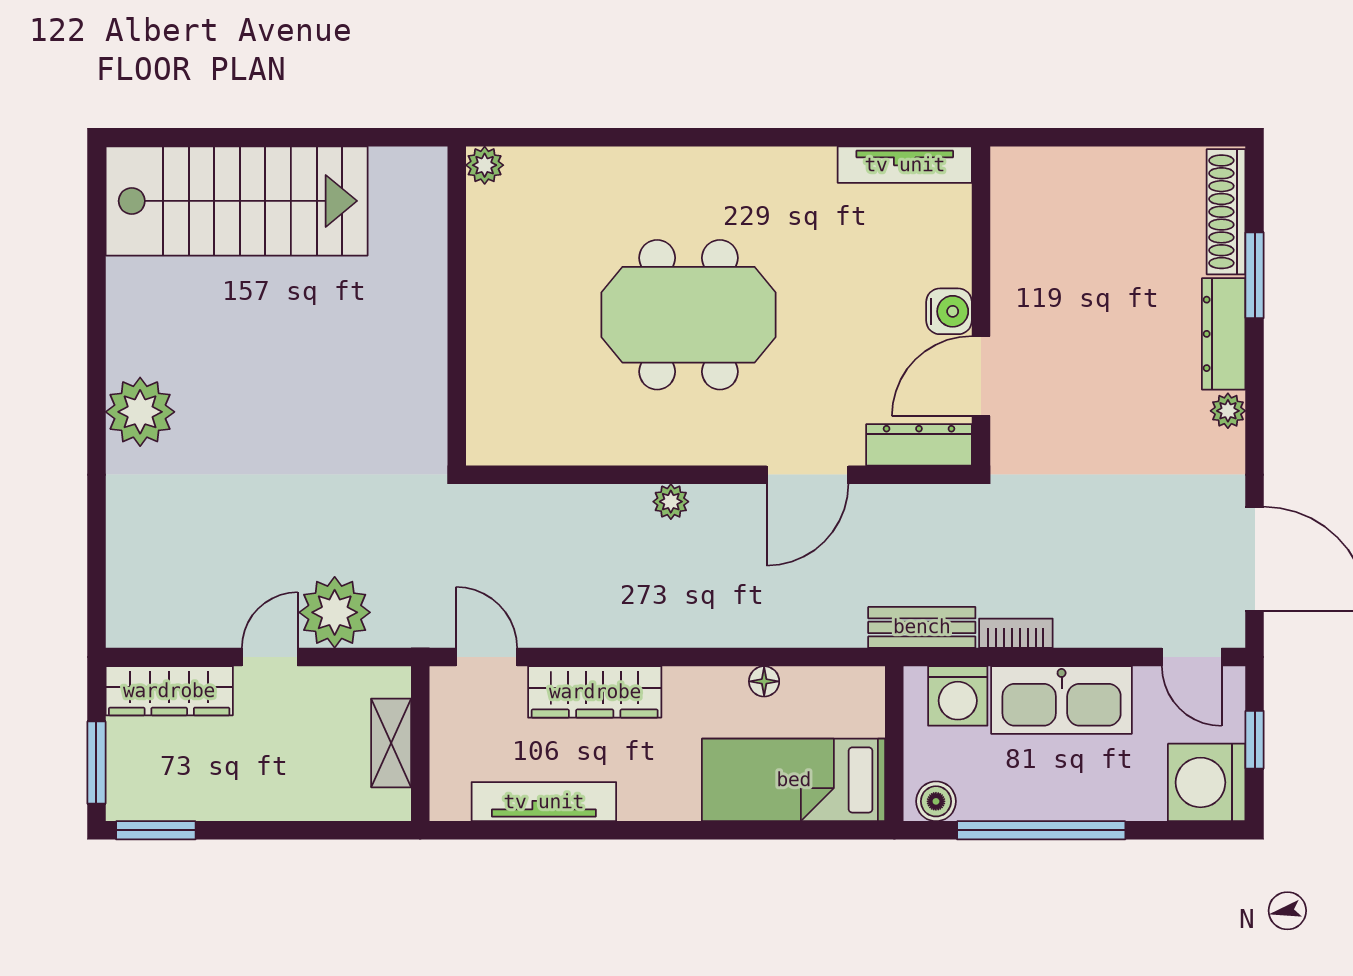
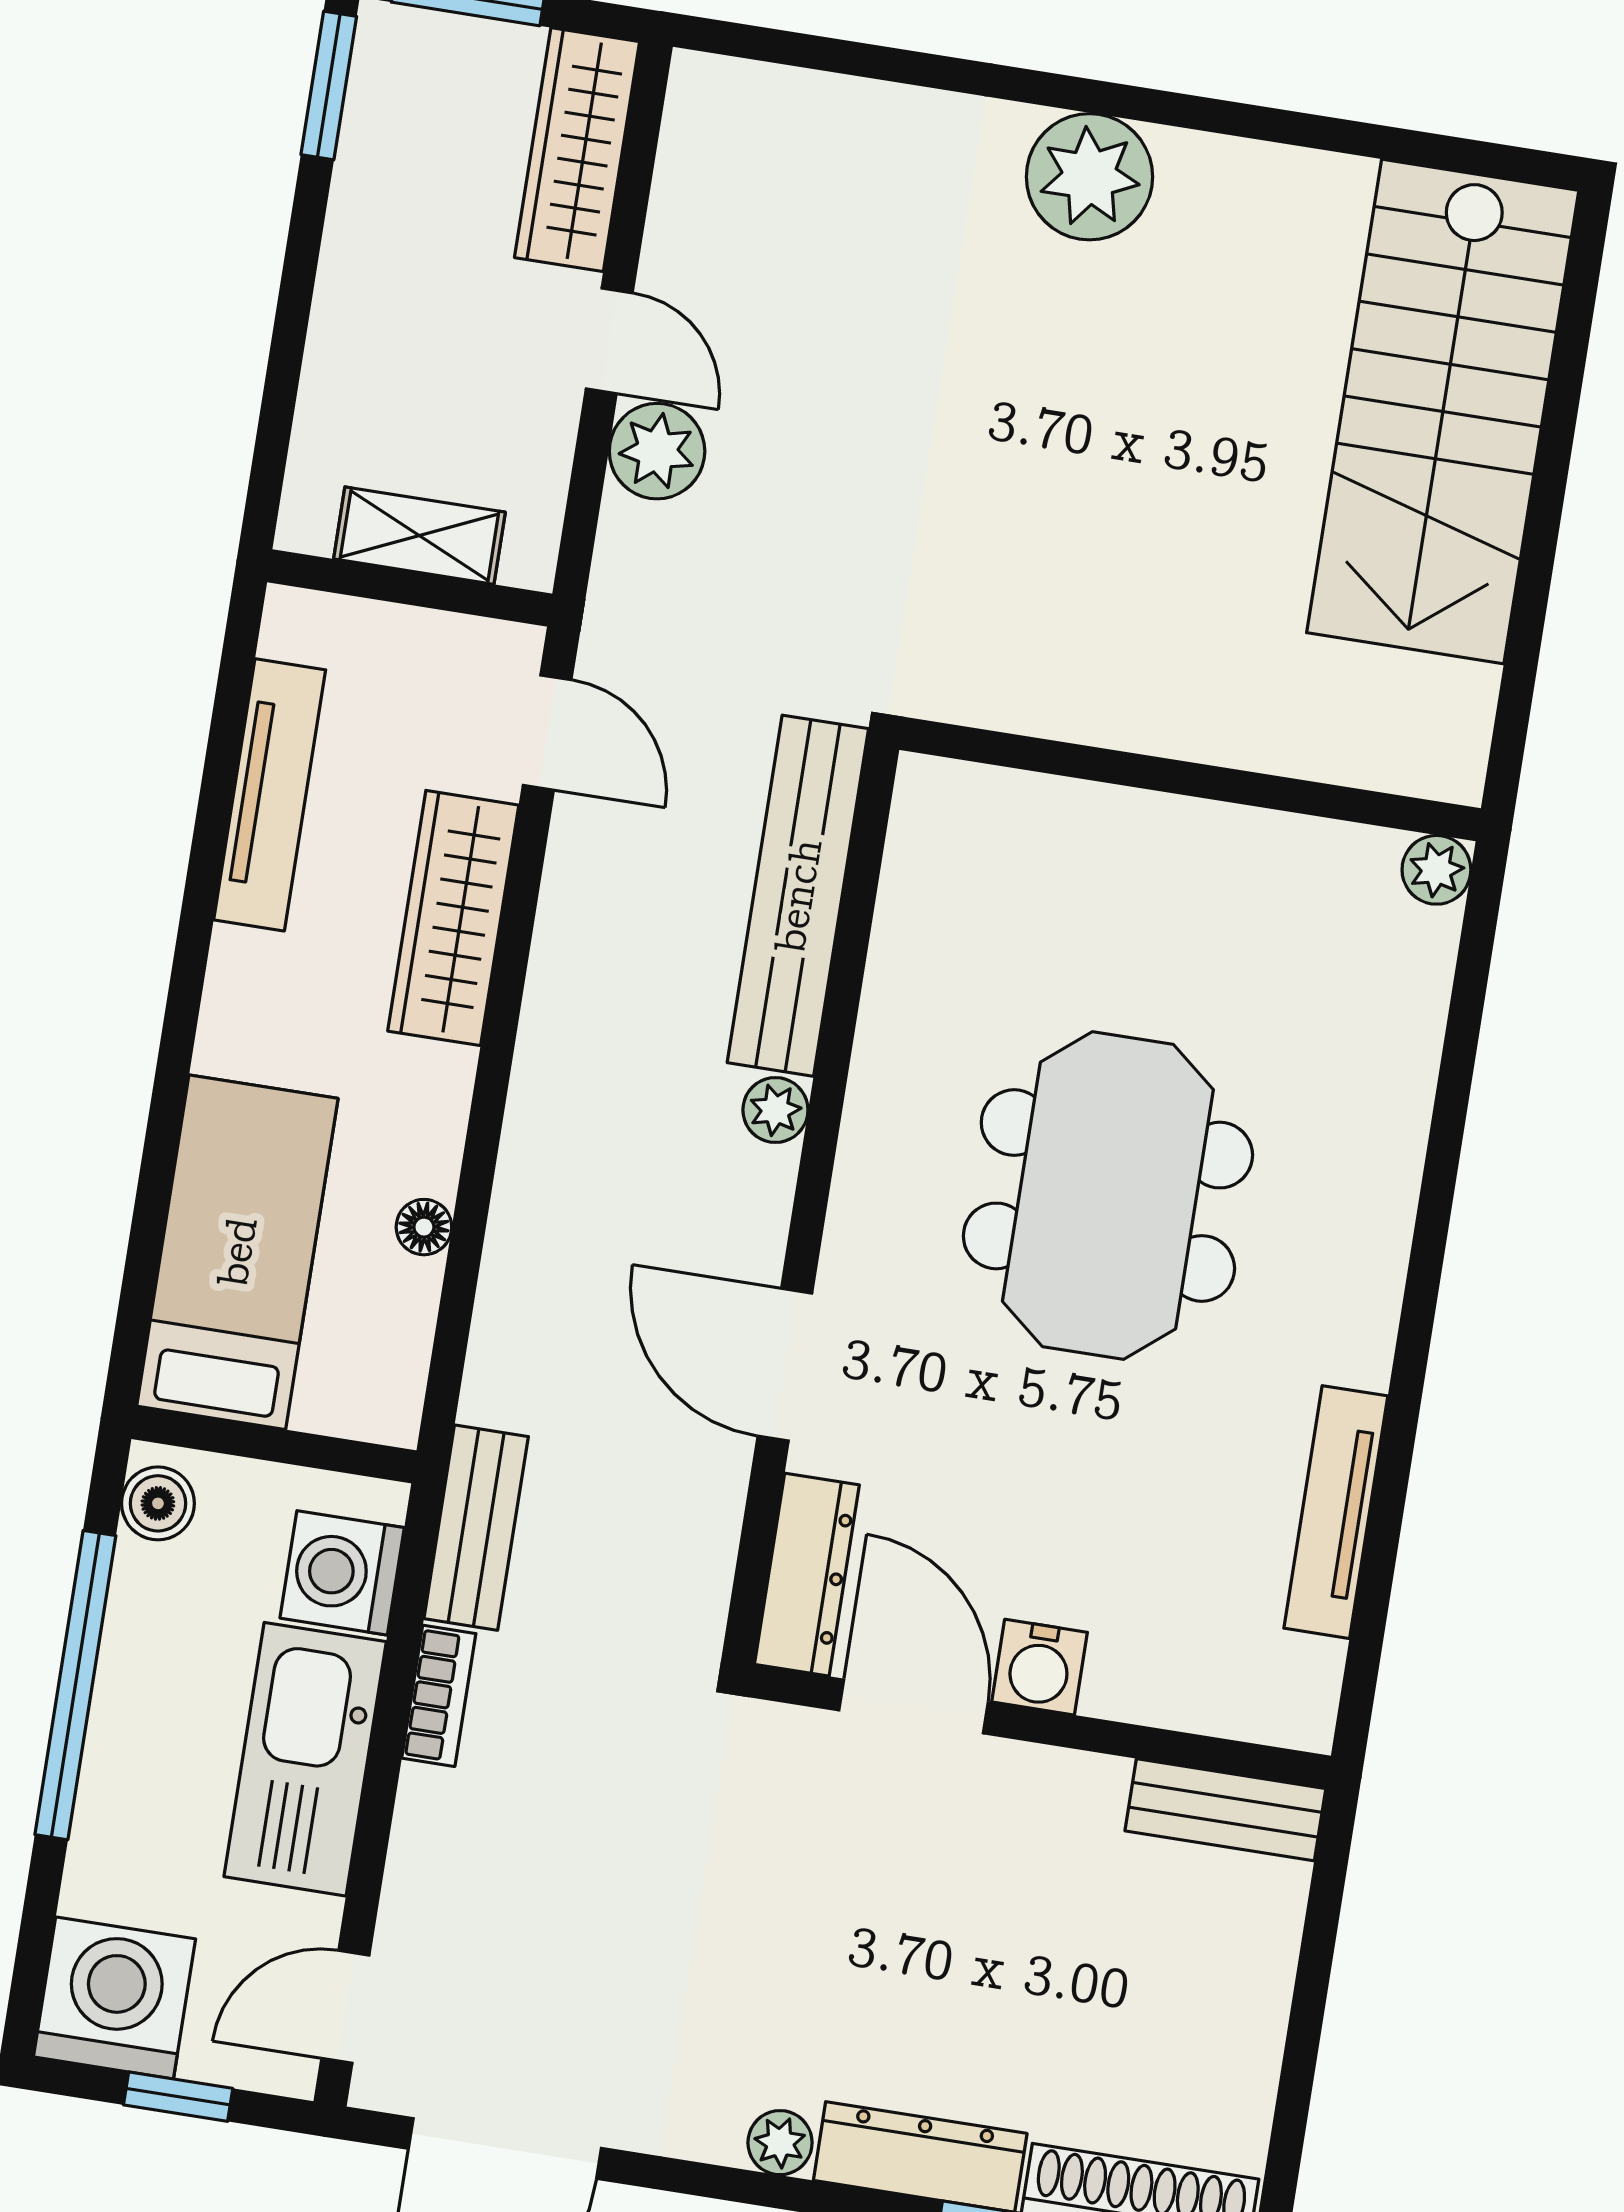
tv unit: (905, 165) -> (1336, 1512), moved
bench: (1010, 199) -> (1225, 1810), added
bench: (553, 508) -> (798, 896), added
plant: (335, 612) -> (657, 451), width x0.73, depth x0.73
door: (486, 657) -> (547, 733), hinge flipped

